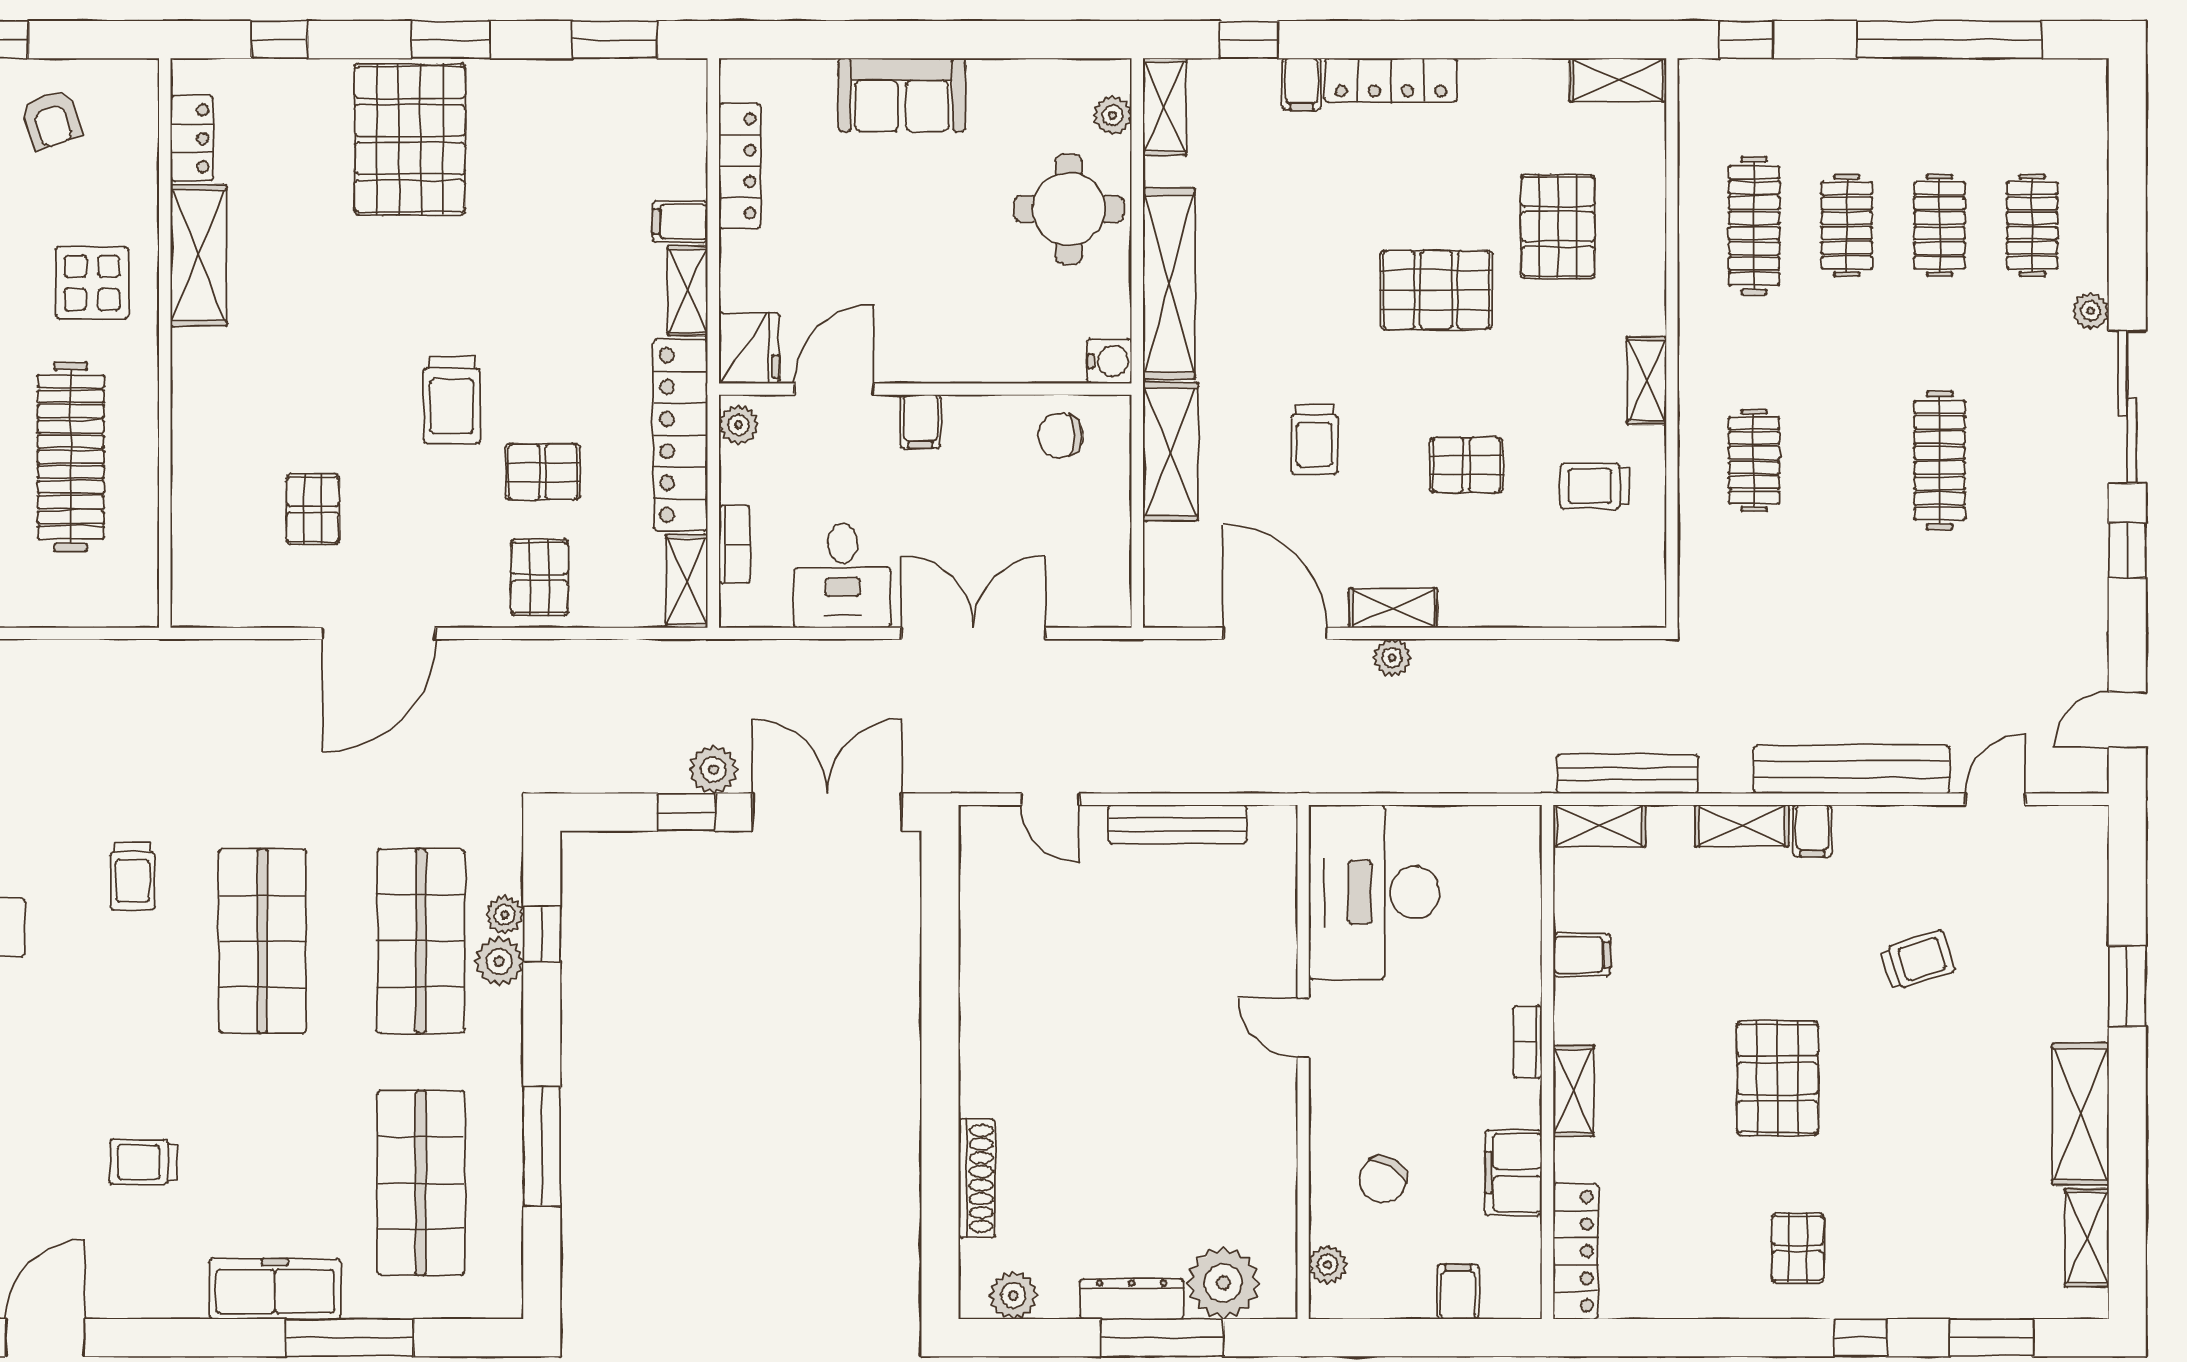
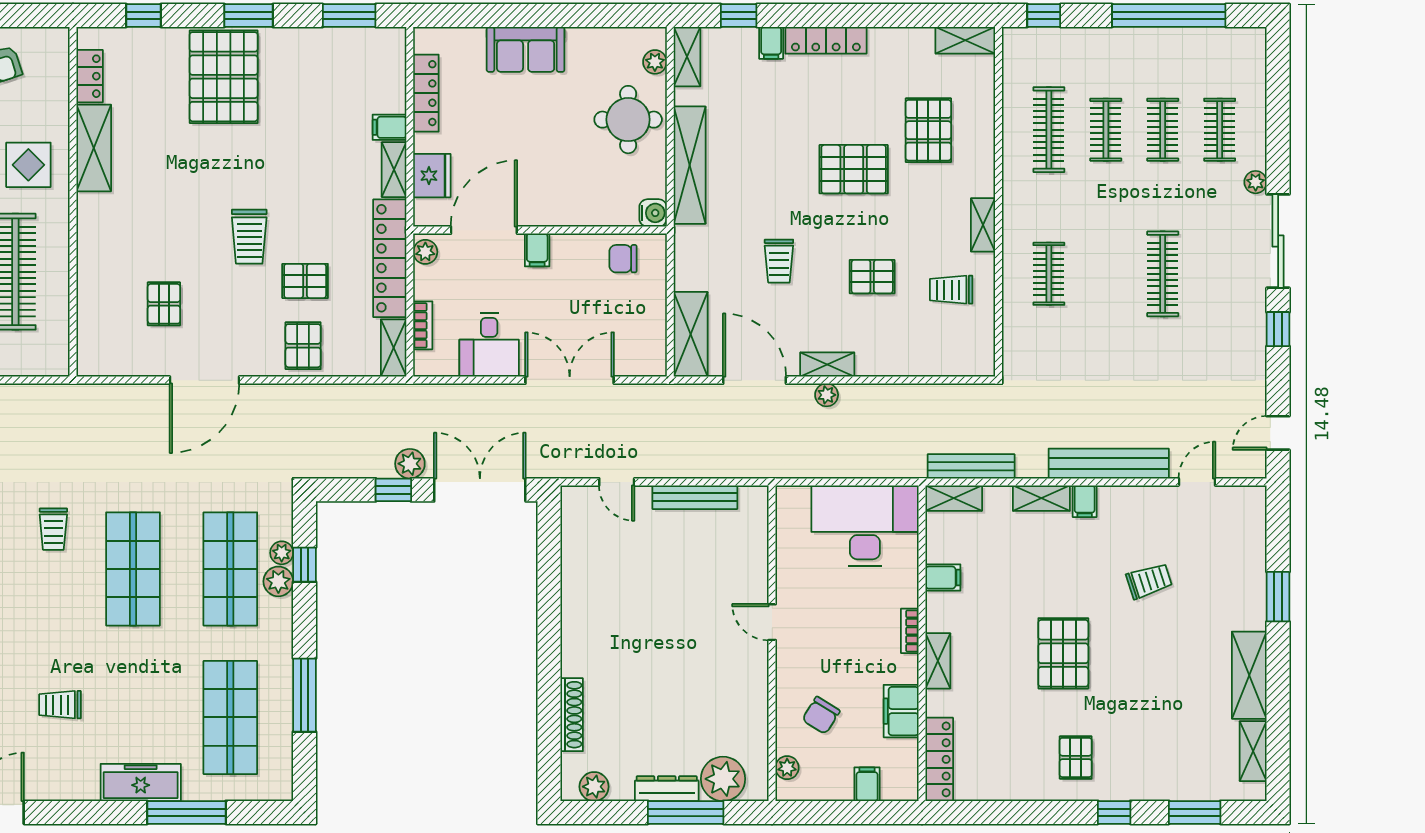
fridge: (749, 348) -> (432, 176), moved
door: (834, 389) -> (484, 230), width x1.36
shelving: (1170, 452) -> (691, 334), moved
desk: (1374, 892) -> (865, 525), moved, turned 90

